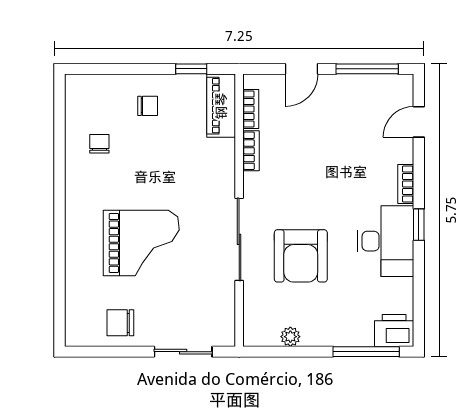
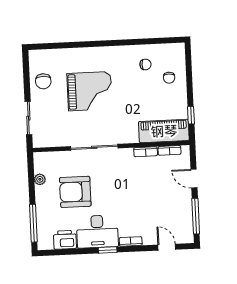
chair: (148, 106) -> (169, 78), moved
piano: (221, 106) -> (164, 131), width x1.37, depth x1.33
grand piano: (141, 243) -> (90, 91), turned -90
armchair: (301, 256) -> (75, 192), moved
chair: (120, 323) -> (43, 81), turned 180
printer: (394, 330) -> (65, 240), moved, turned -90

